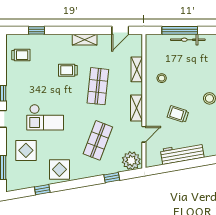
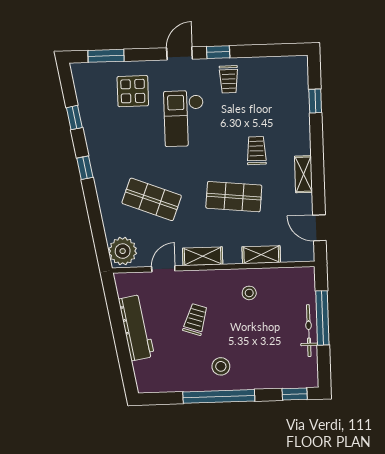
trolley: (21, 55) -> (229, 79), moved
door: (144, 134) -> (163, 269), swing flipped
display table: (59, 169) -> (106, 143), removed
window: (112, 177) -> (85, 168), moved

